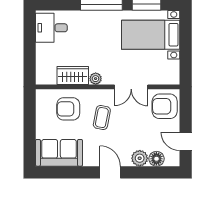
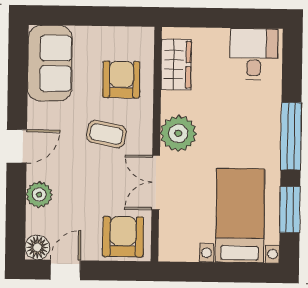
wardrobe: (73, 75) -> (176, 64), moved
plant: (96, 79) -> (178, 133), width x1.87, depth x1.87
floor lamp: (156, 159) -> (37, 247), moved

